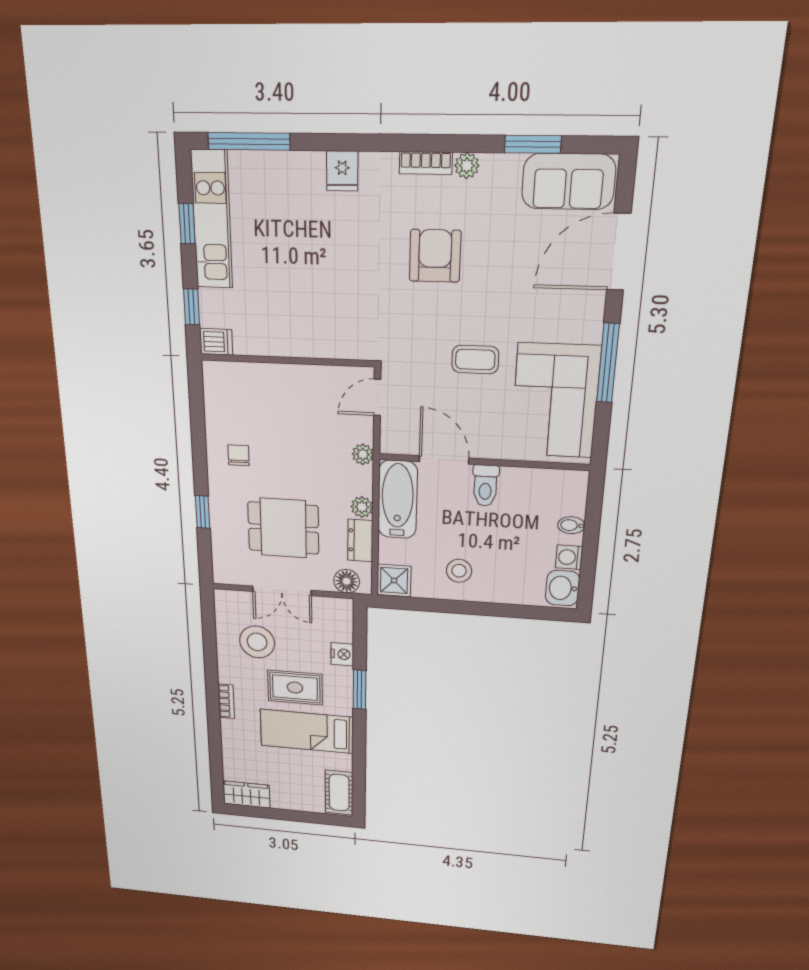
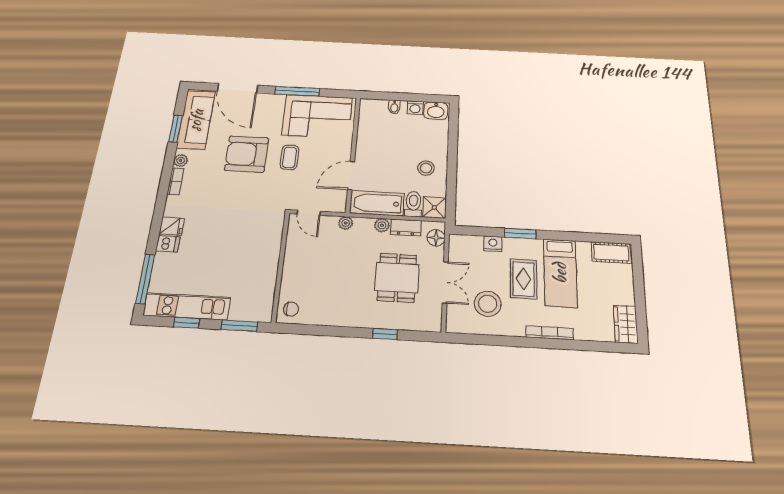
sofa: (568, 181) -> (196, 120), width x1.36
armchair: (435, 256) -> (247, 154), moved, width x1.36, depth x1.36
window: (192, 307) -> (239, 326), width x1.50
dishwasher: (216, 342) -> (168, 244), moved, turned 90
chair: (239, 455) -> (291, 309), moved, turned 180
toilet: (485, 486) -> (413, 204), moved, turned -90
bookcase: (226, 701) -> (550, 333), width x1.56

